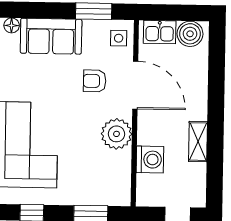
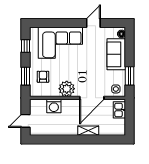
boiler: (190, 34) -> (119, 126), removed
armchair: (95, 81) -> (43, 77), moved
shelving: (198, 142) -> (88, 131), moved

